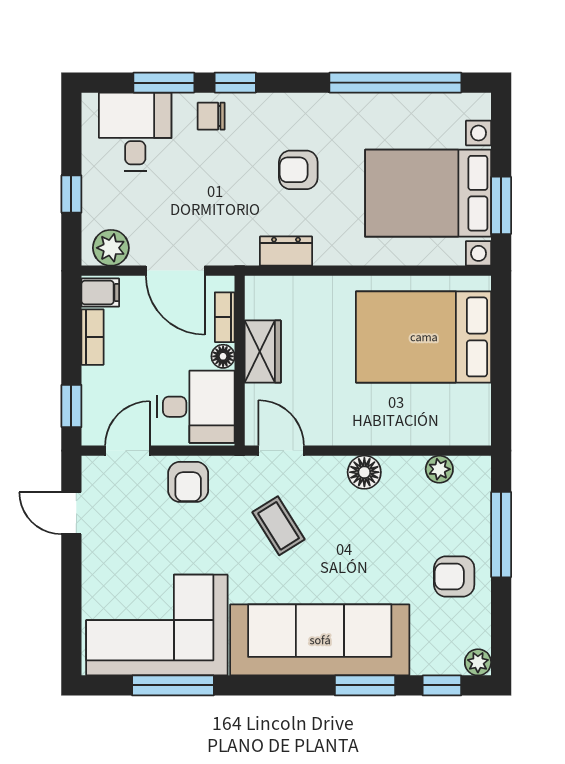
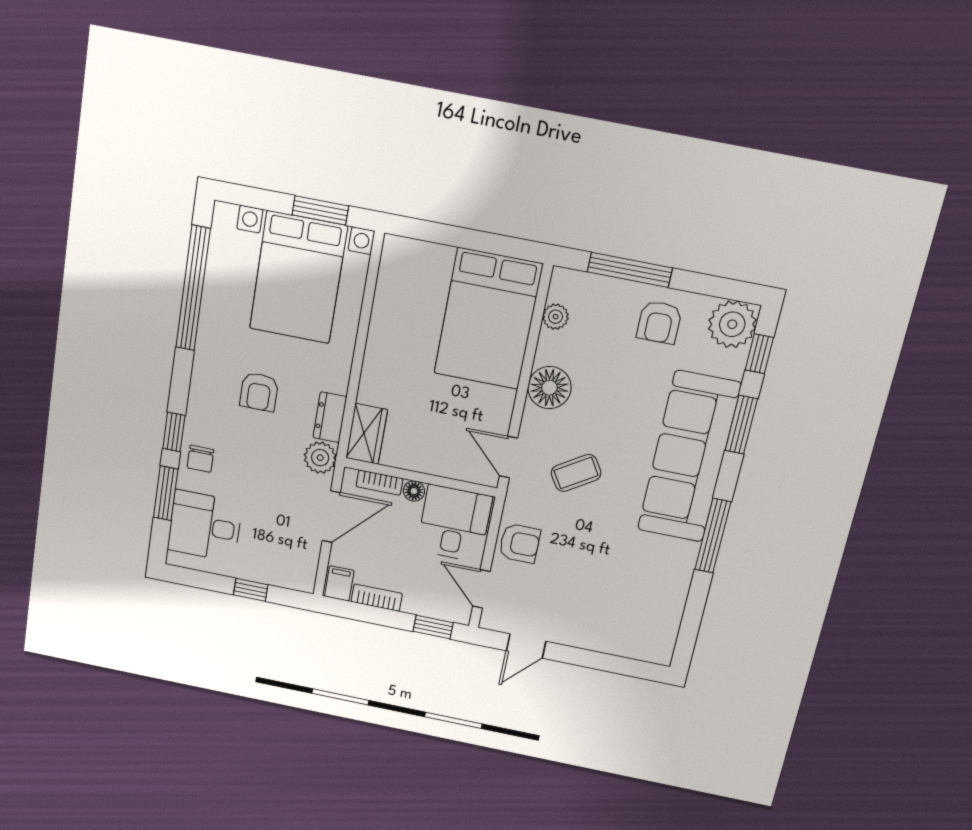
plant: (111, 248) -> (320, 458), moved
bed: (424, 337) -> (488, 319), moved
wardrobe: (263, 352) -> (367, 434), moved, turned 90
door: (281, 451) -> (508, 457), hinge flipped
floor lamp: (364, 472) -> (549, 388), width x1.38, depth x1.38
corner sofa: (157, 625) -> (641, 595), removed
plant: (478, 662) -> (732, 324), width x1.88, depth x1.88
window: (173, 685) -> (713, 536), moved

